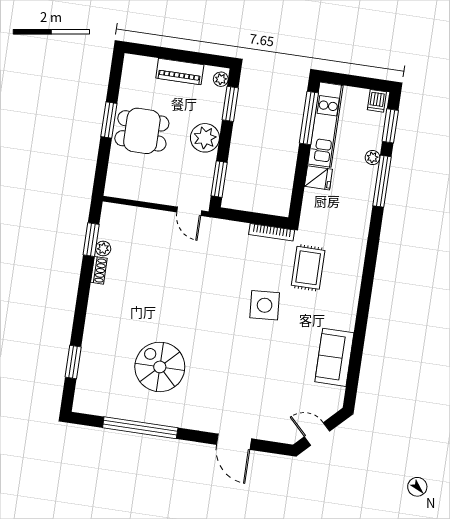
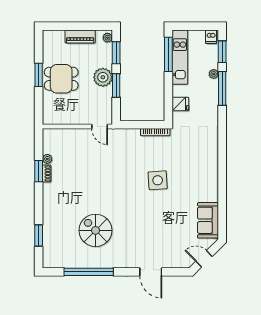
fridge: (318, 178) -> (180, 104), moved
window: (219, 179) -> (116, 86), moved
window: (91, 240) -> (39, 171), moved
rug: (308, 268) -> (182, 152), removed
sofa: (334, 357) -> (208, 220), moved

